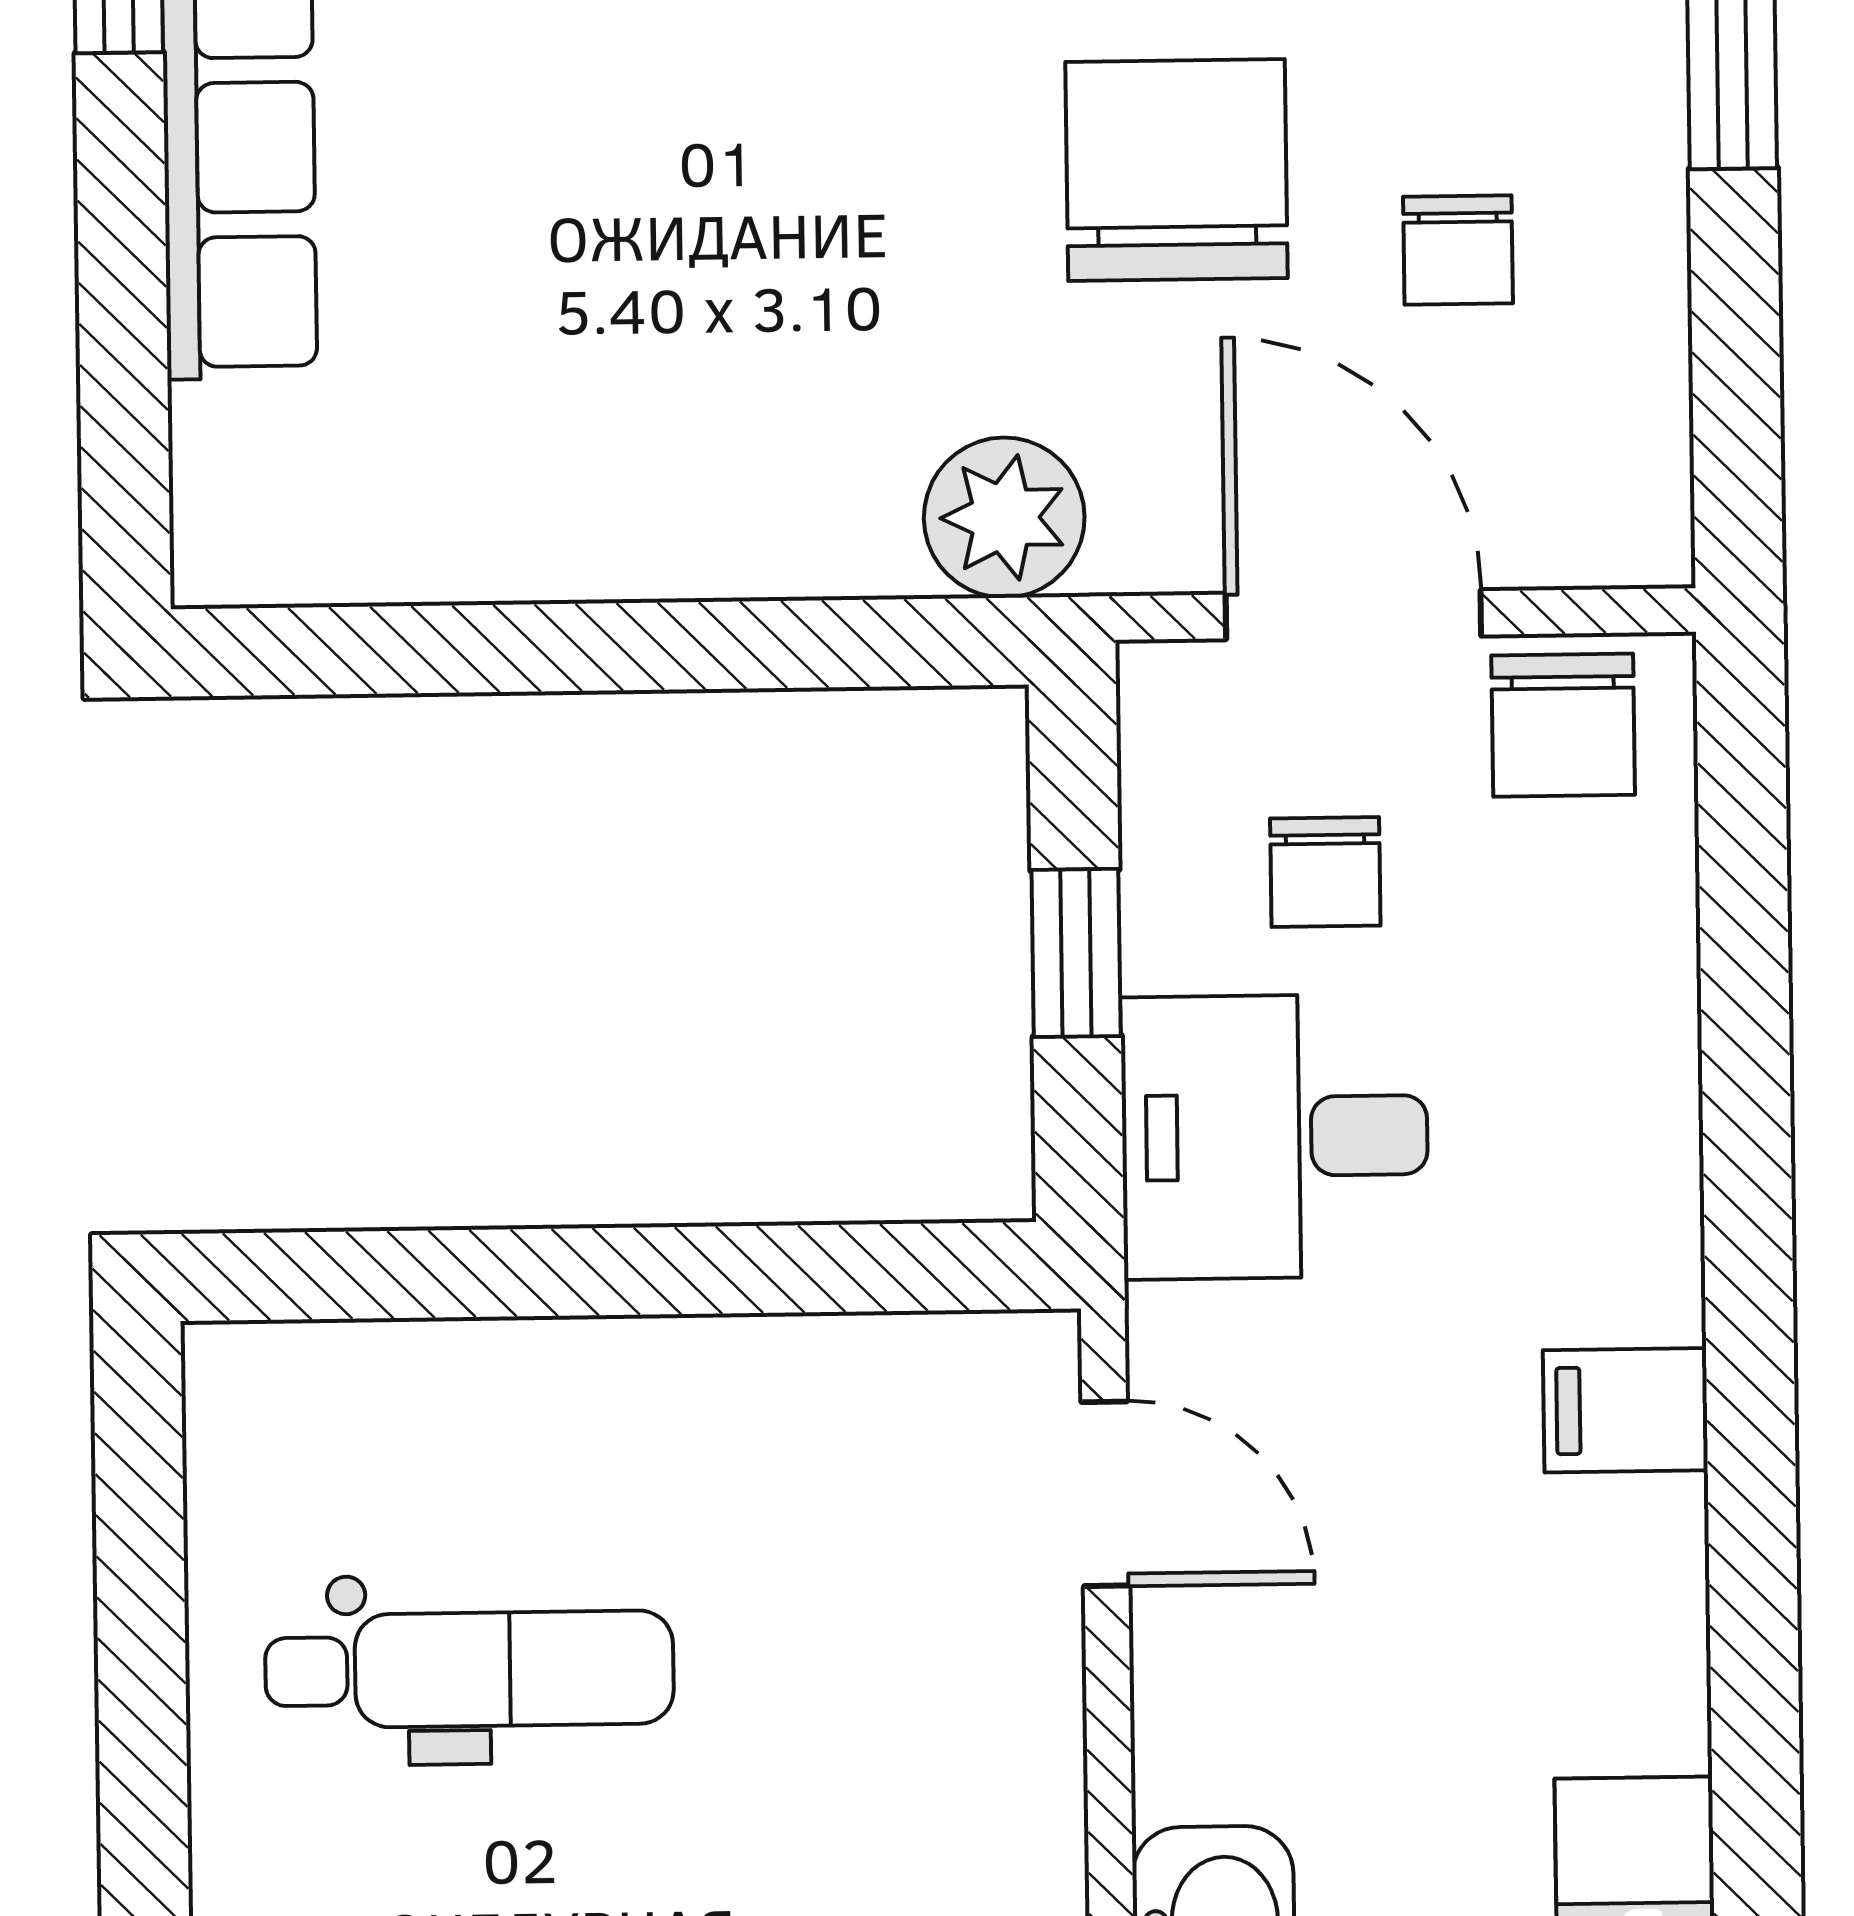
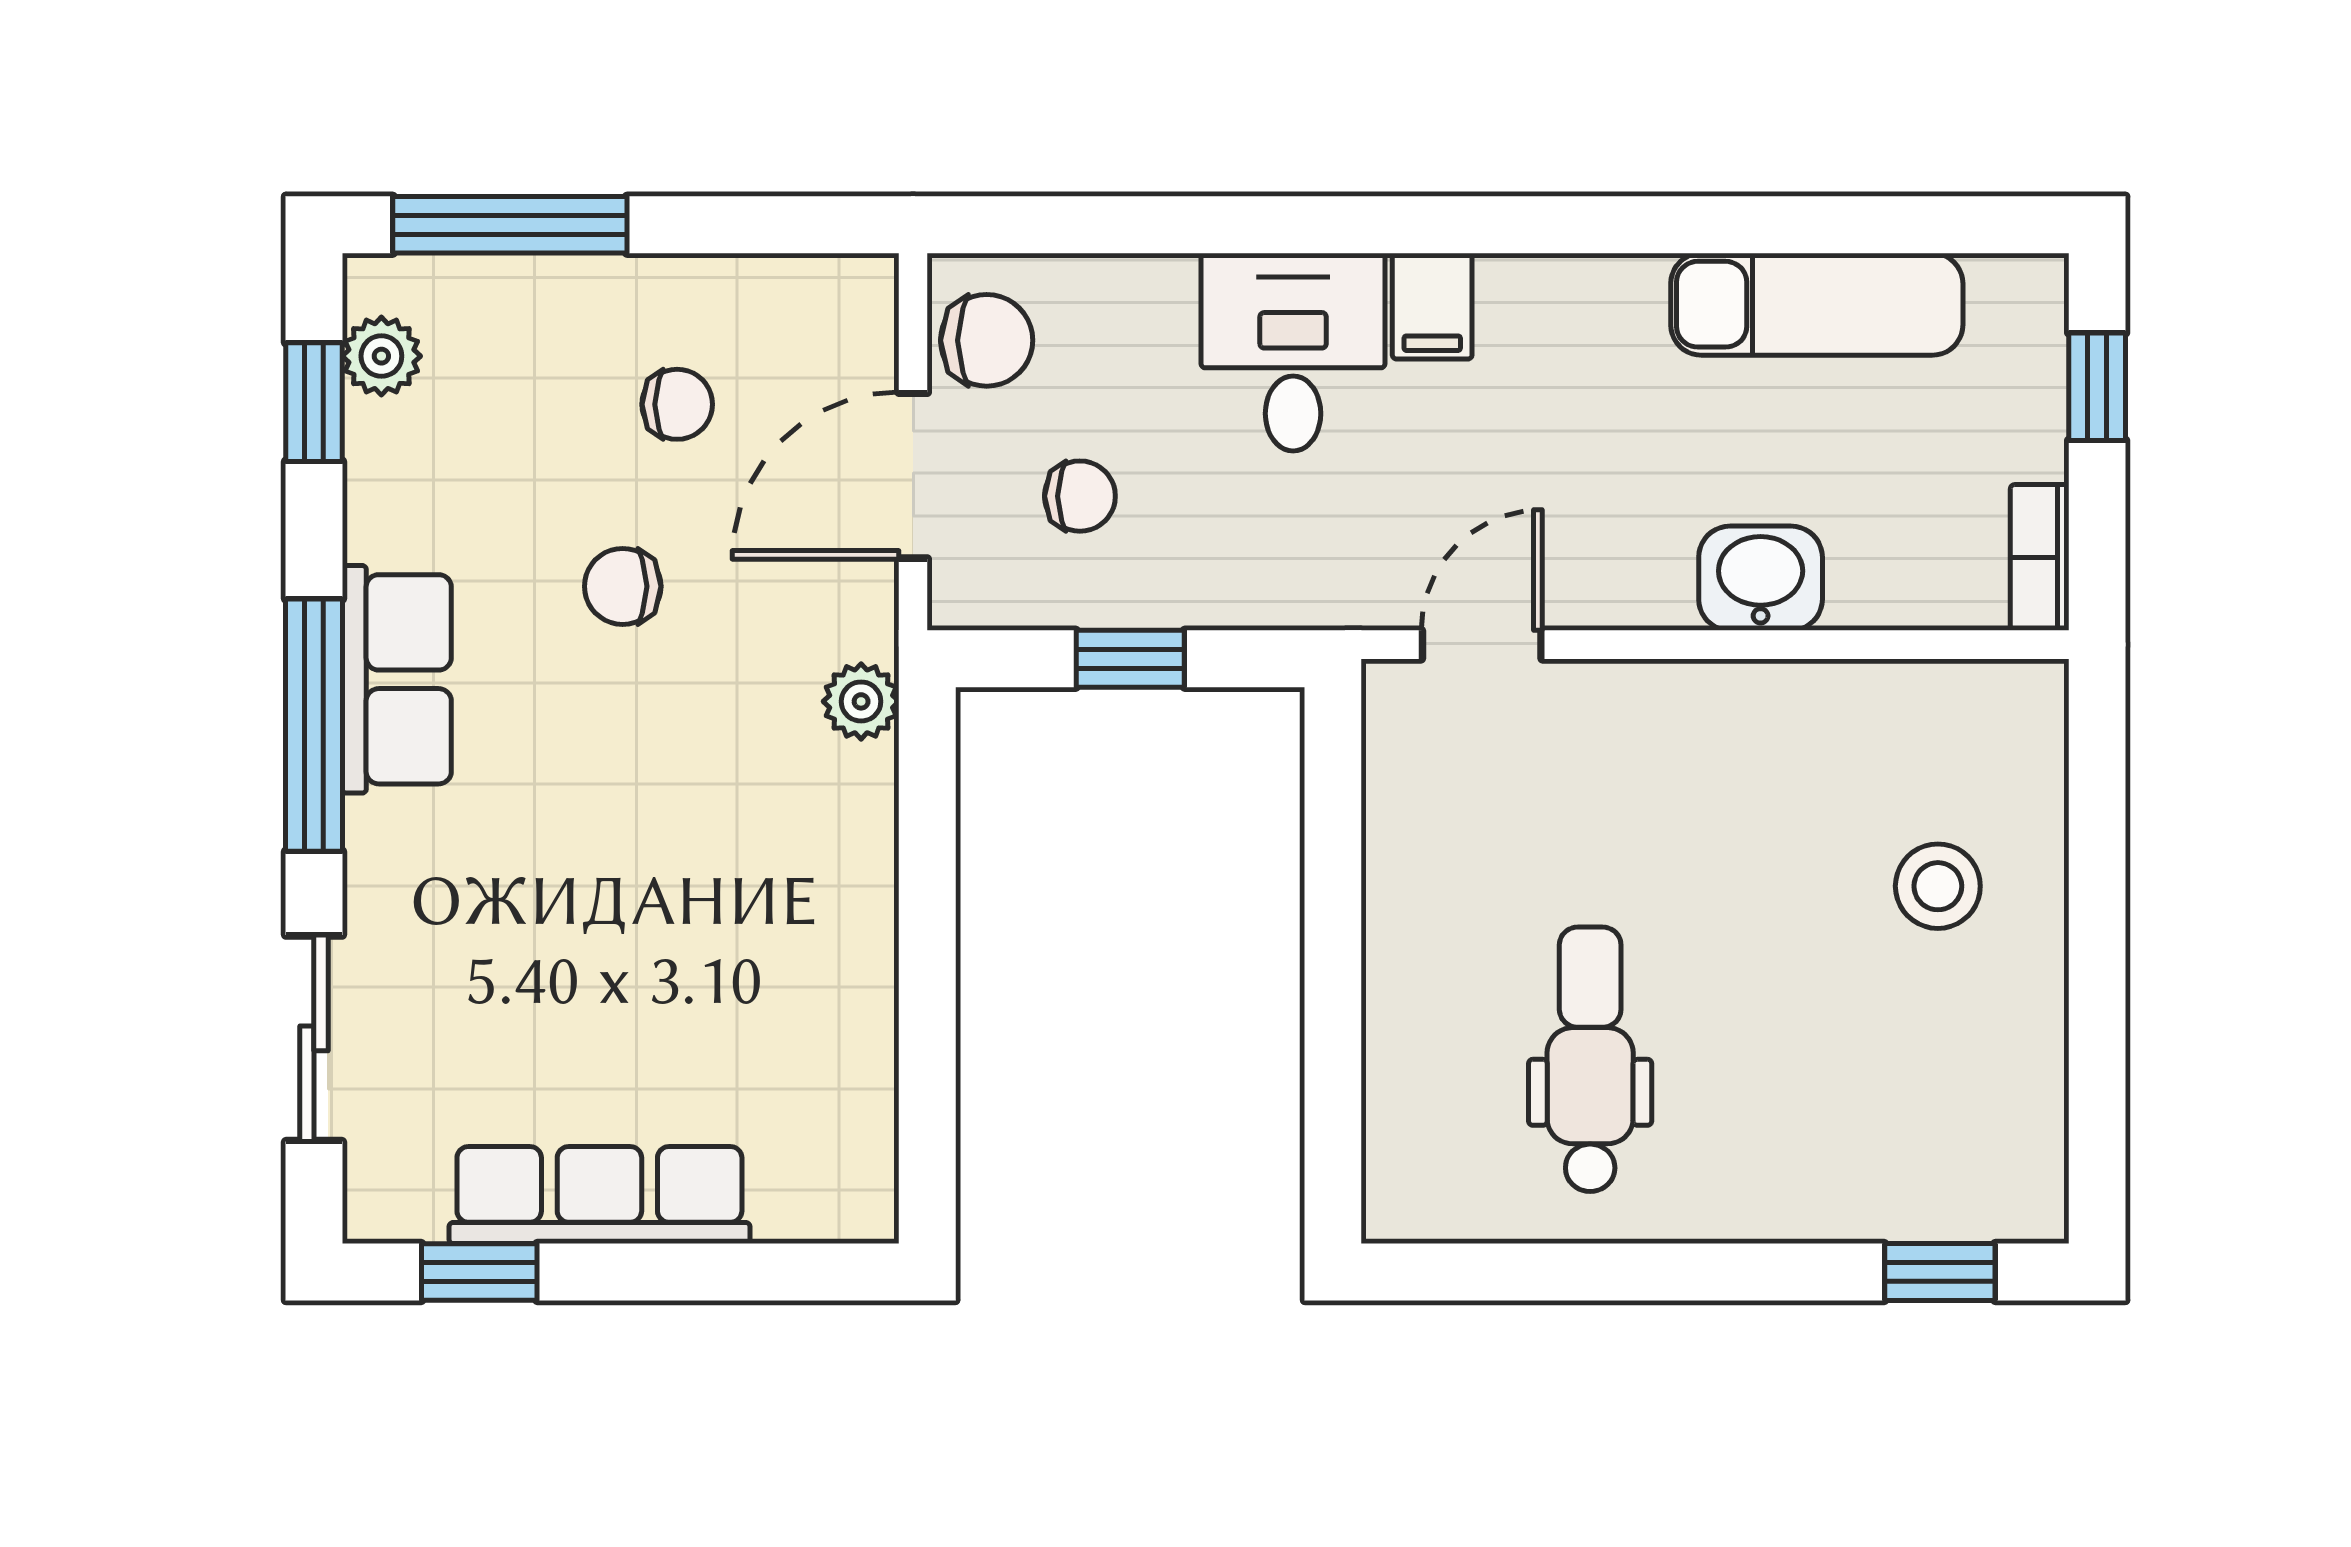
chair: (1176, 170) -> (623, 586), width x0.54, depth x0.54
plant: (1004, 518) -> (861, 701), width x0.73, depth x0.73
desk: (1275, 1137) -> (1293, 352), moved, turned 180

